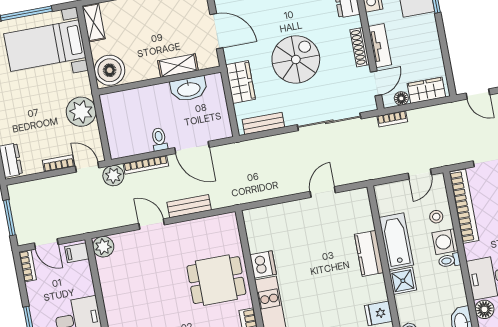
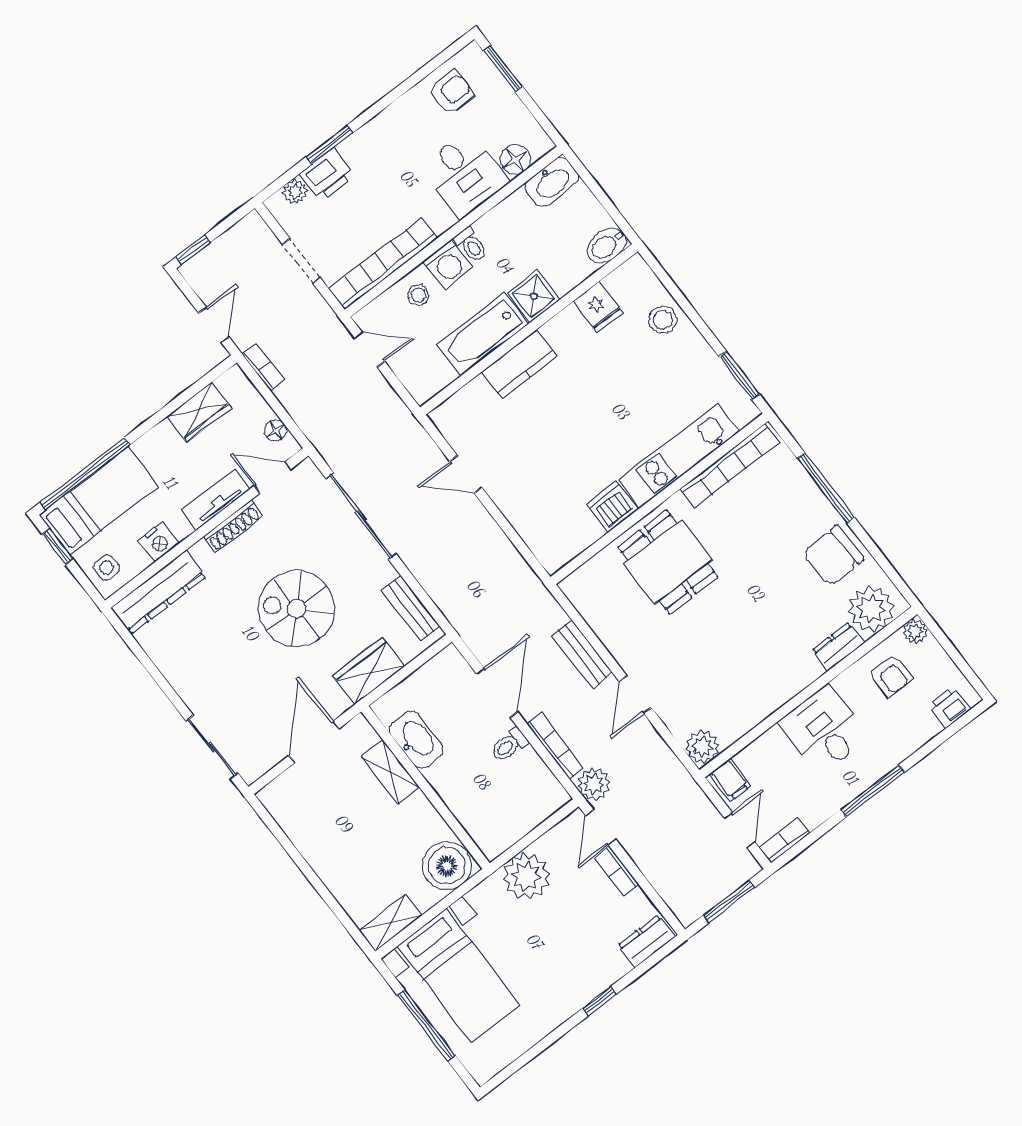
wardrobe: (426, 90) -> (199, 412), moved, turned -90
bookcase: (392, 119) -> (263, 367), moved

